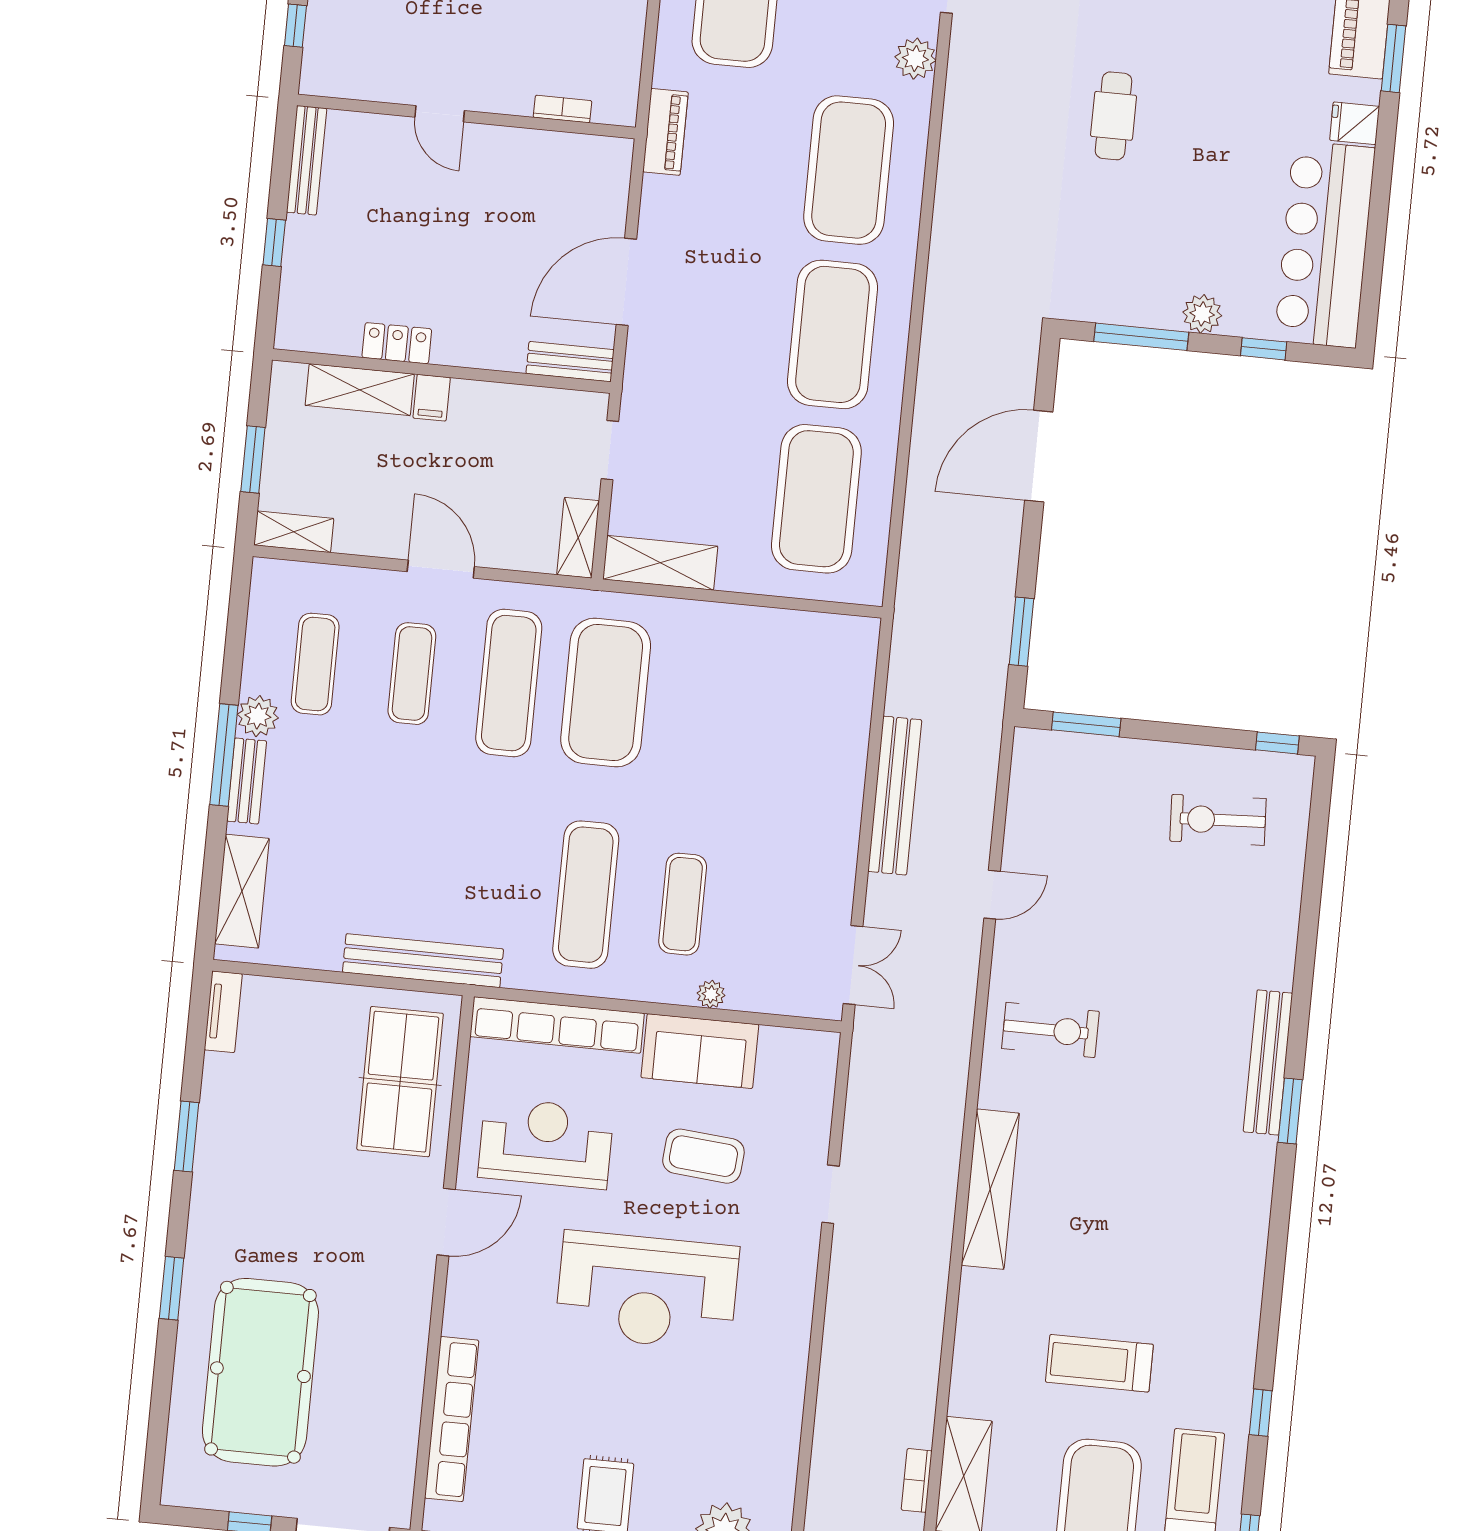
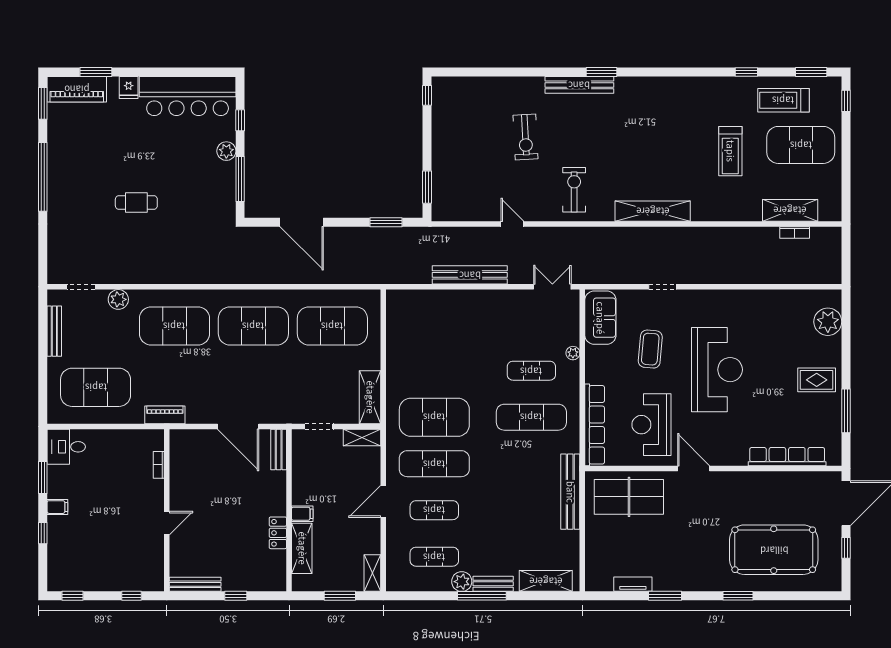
exercise bike: (1218, 820) -> (525, 137), moved
tv unit: (223, 1012) -> (633, 584), moved
sofa: (700, 1051) -> (600, 318), moved

